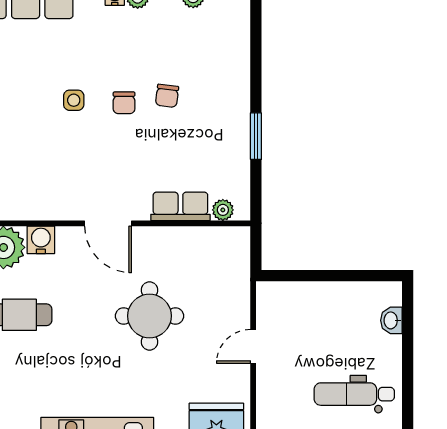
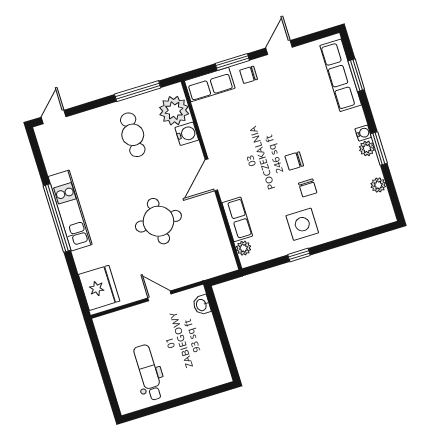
chair: (167, 96) -> (308, 188), turned -97
side table: (74, 100) -> (302, 224), moved, width x1.87, depth x1.87
window: (256, 136) -> (299, 255), width x0.67
washbasin: (391, 320) -> (202, 305), moved, turned -90

